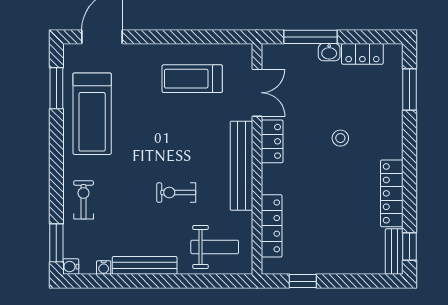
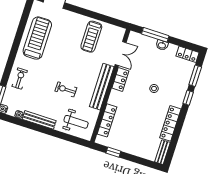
locker: (362, 54) -> (187, 54), moved
treadmill: (192, 79) -> (91, 37), turned -90
window: (56, 88) -> (24, 20), removed
treadmill: (92, 114) -> (37, 38), turned 180
window: (410, 247) -> (188, 98), moved

